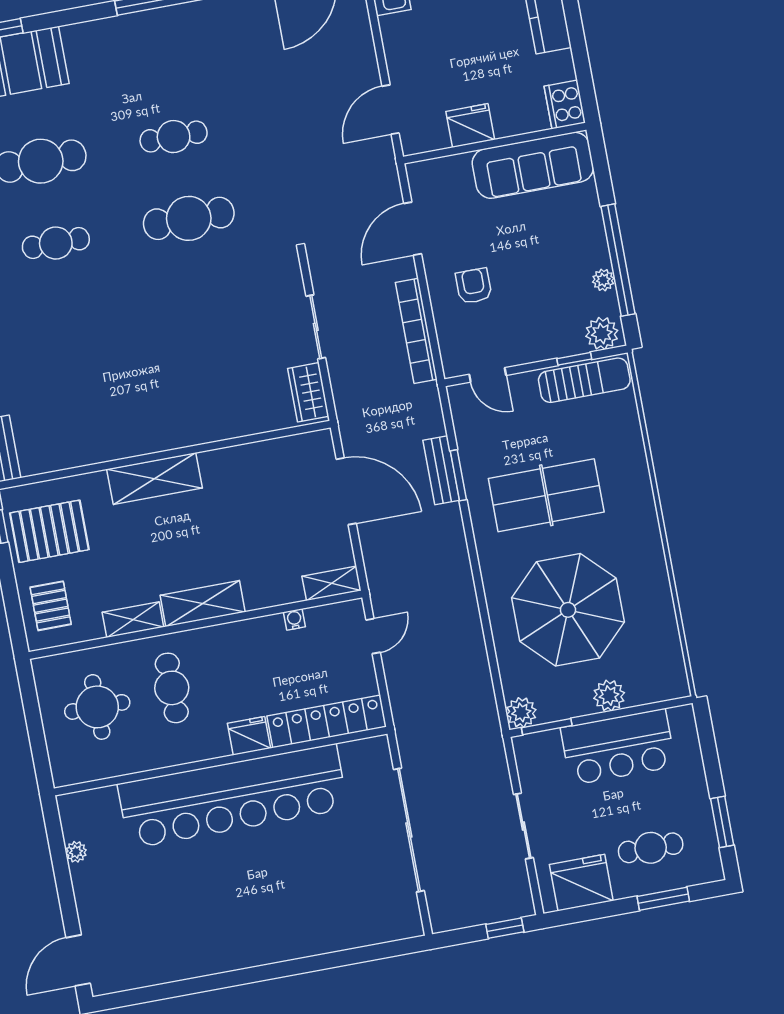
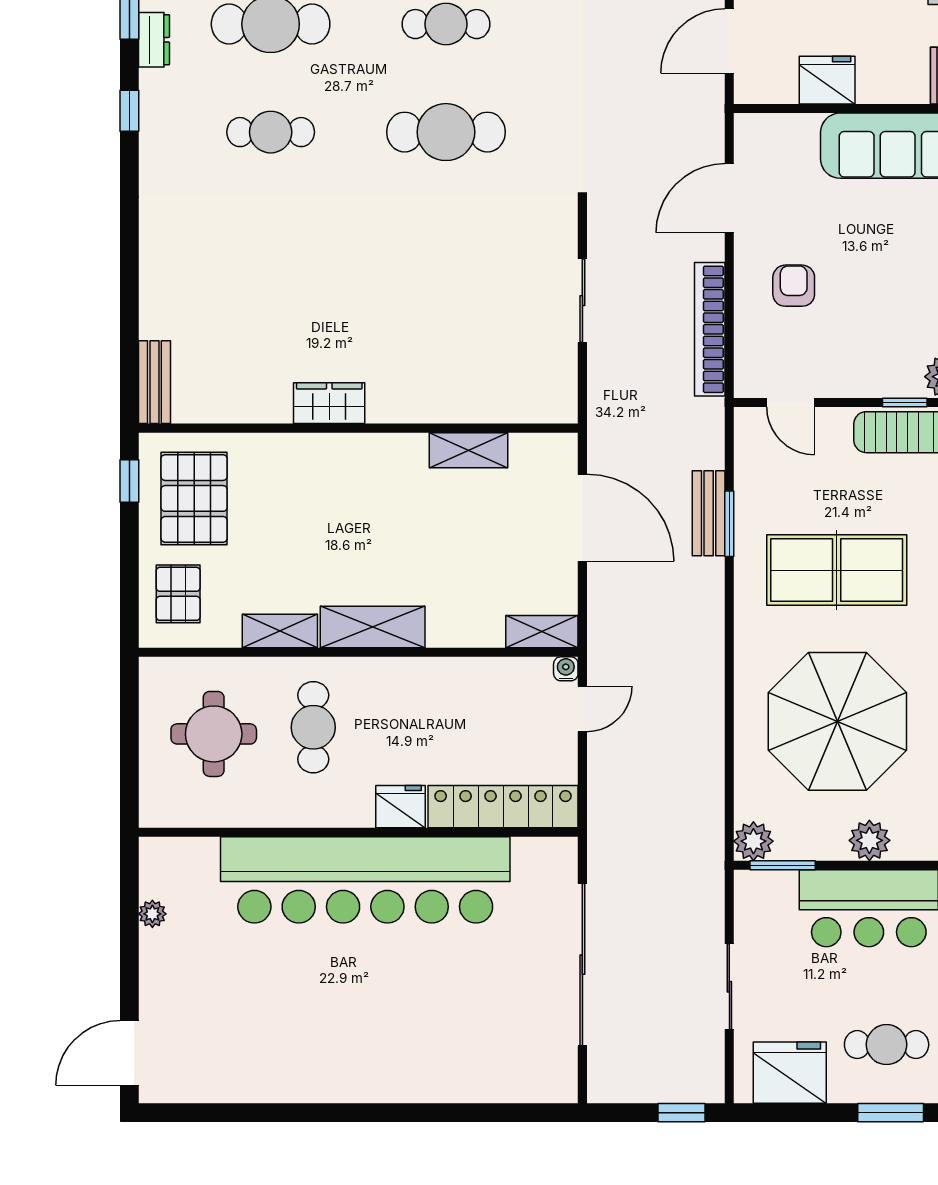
wardrobe: (308, 392) -> (329, 403), moved, turned 90
shelving: (155, 479) -> (468, 450), moved, width x0.67, depth x0.75
pallet: (49, 531) -> (194, 498), turned 90
water cooler: (294, 619) -> (566, 669), moved

